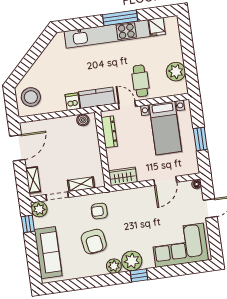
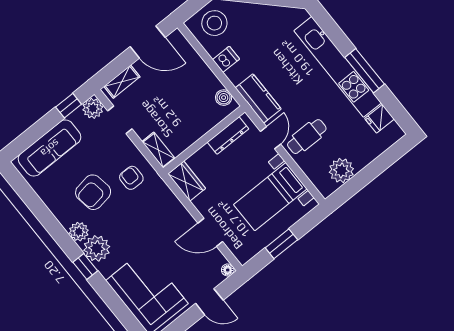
dishwasher: (72, 102) -> (226, 59), moved
shelving: (81, 184) -> (158, 150), moved

